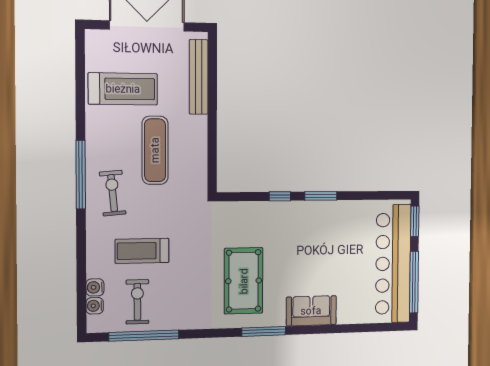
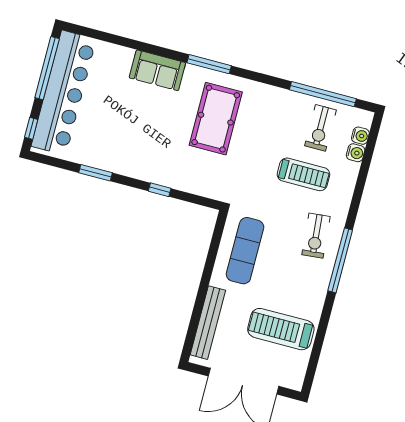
exercise mat: (155, 150) -> (245, 251), moved
window: (321, 196) -> (95, 173), moved
window: (415, 221) -> (31, 128), width x0.67

